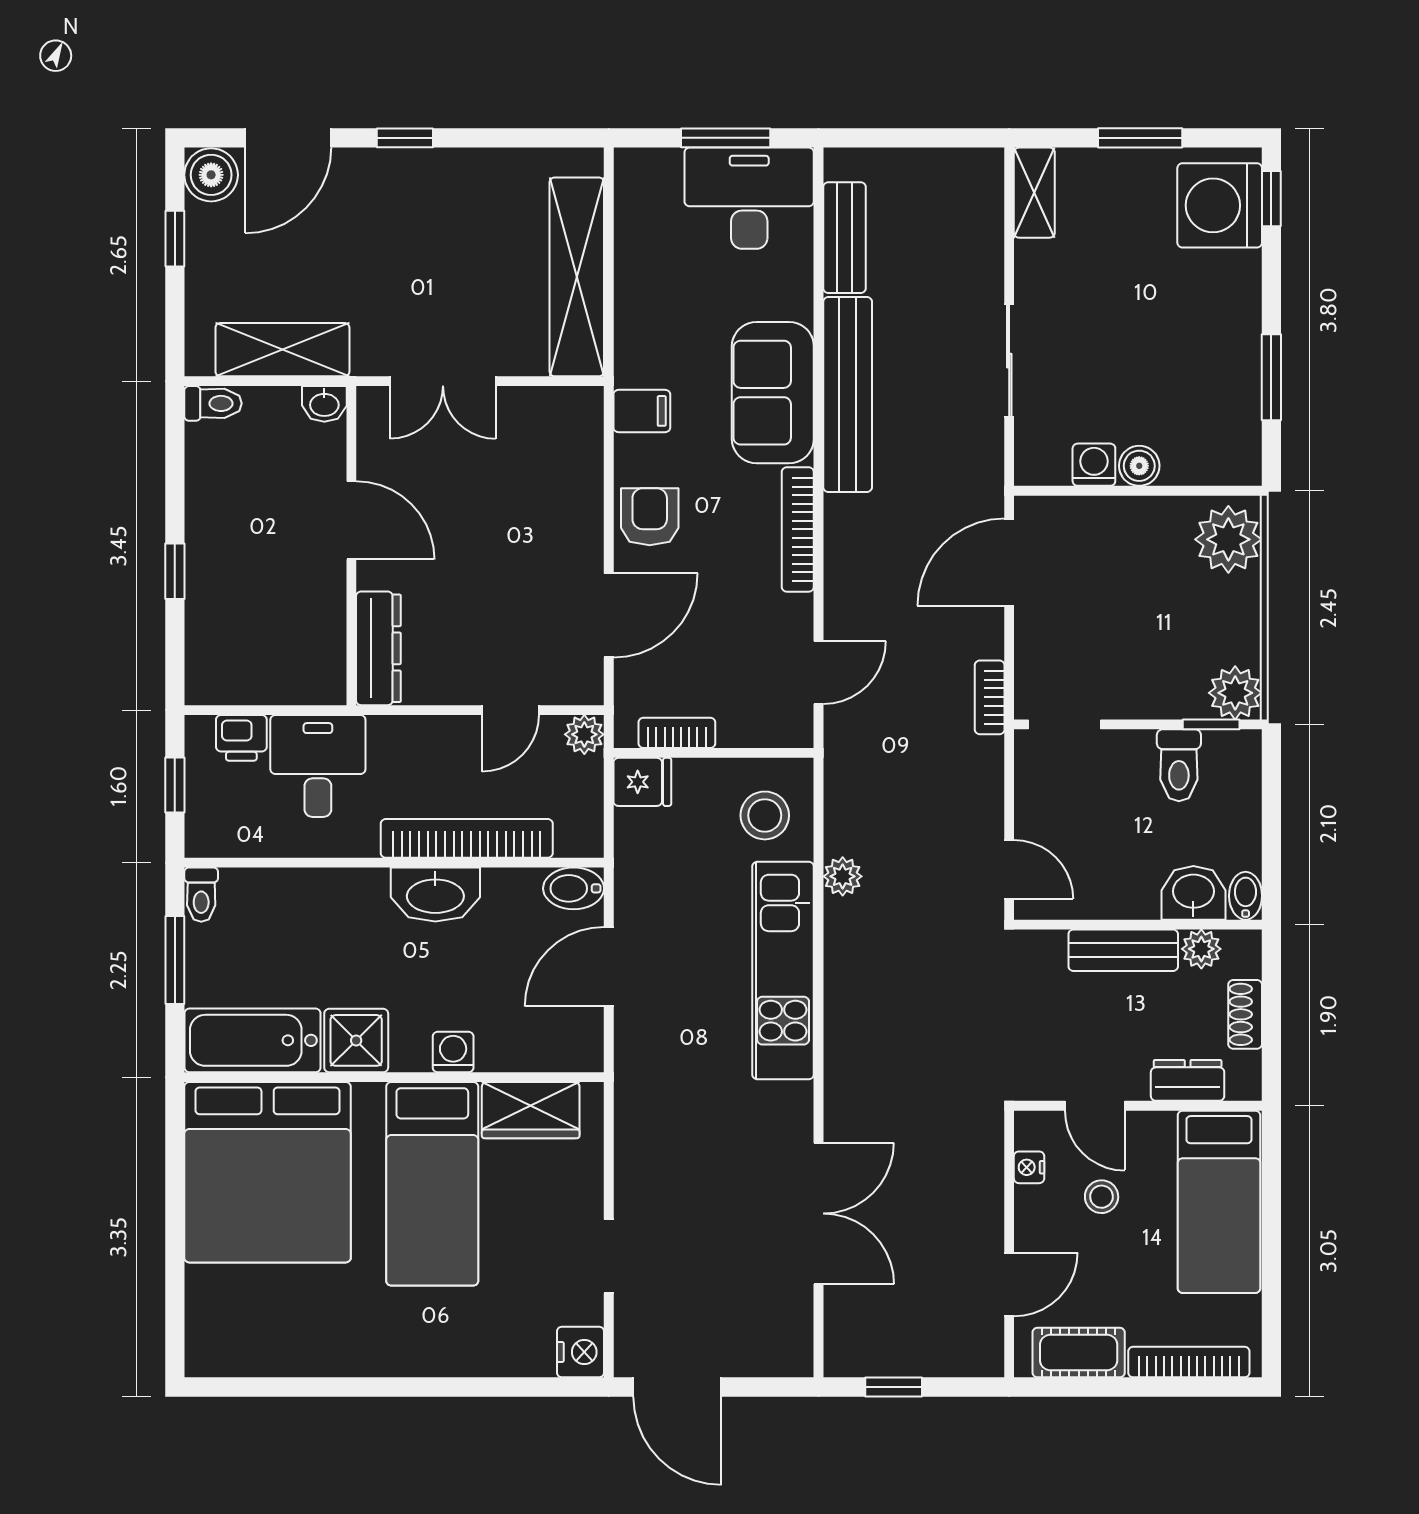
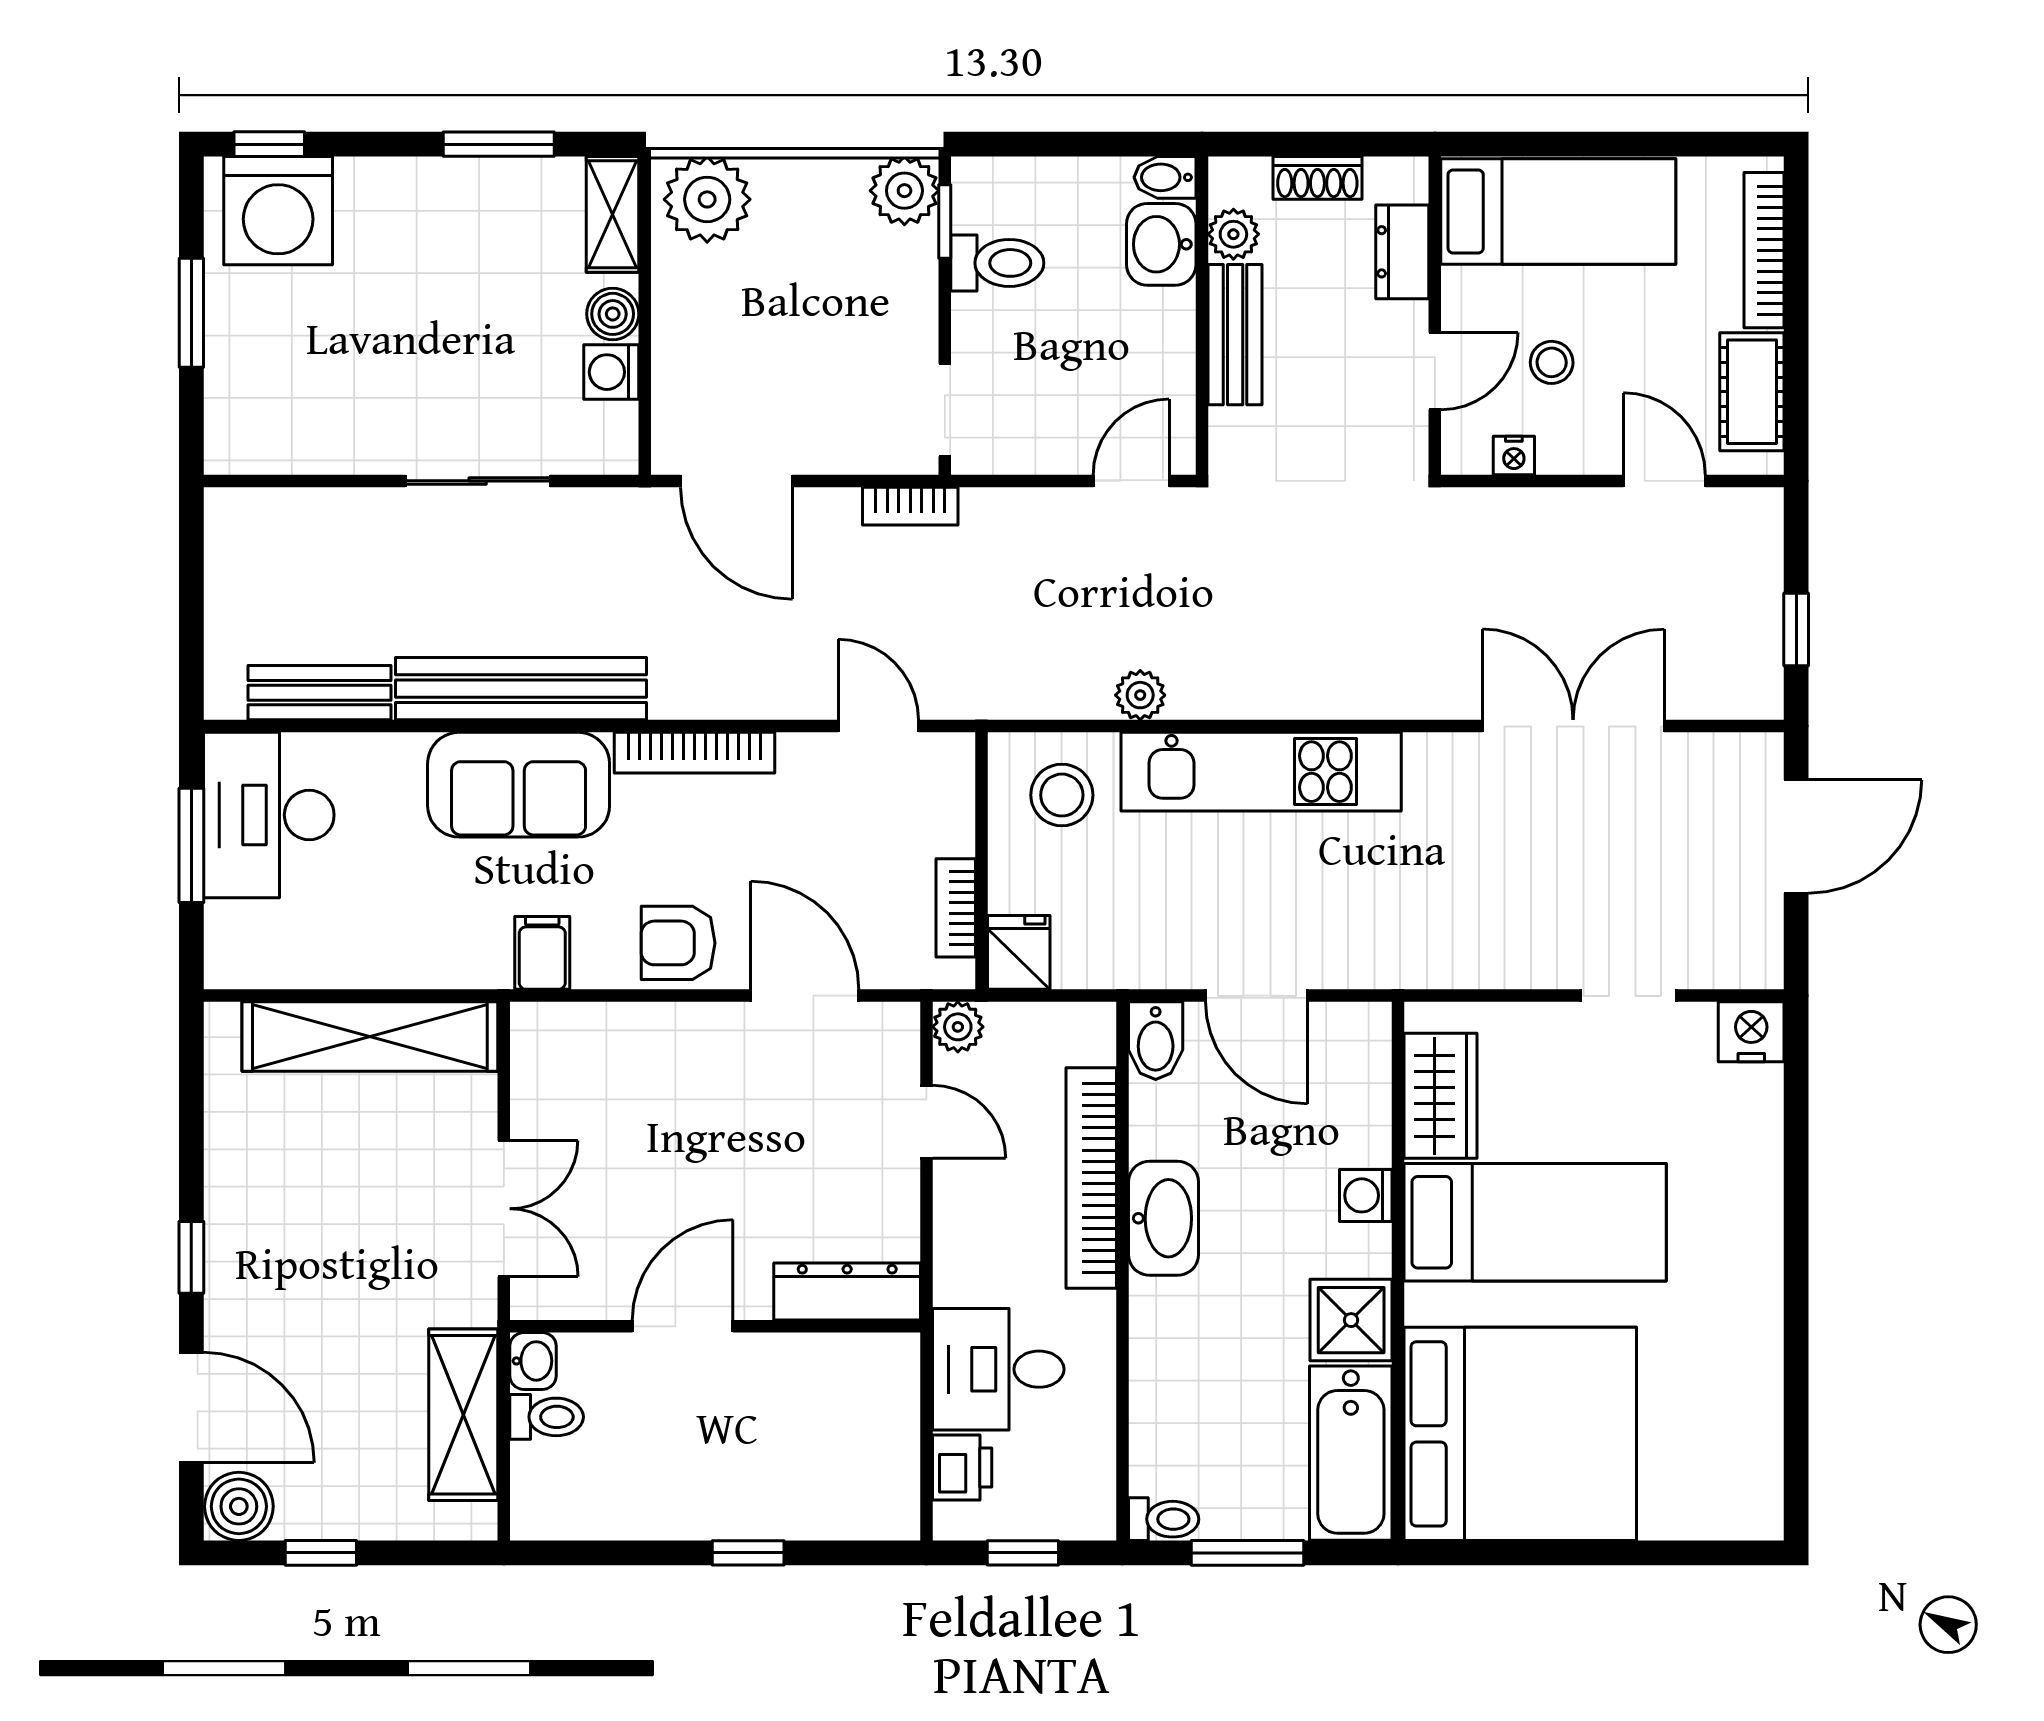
shelving: (1034, 193) -> (612, 214), moved, turned 90
toilet: (213, 403) -> (547, 1417), moved, turned 90
door: (677, 1387) -> (1796, 836), moved

